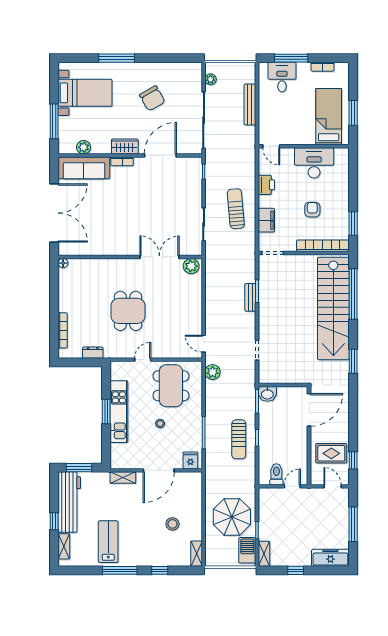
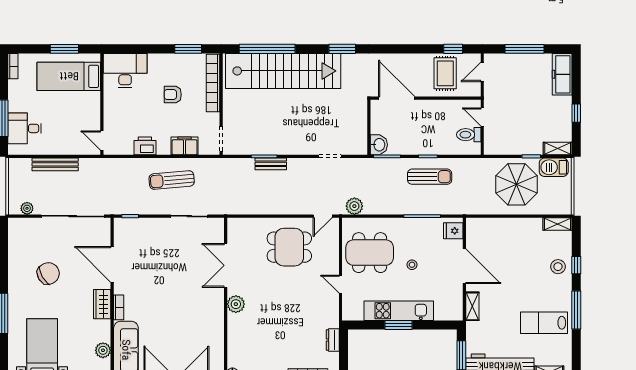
bookcase: (322, 67) -> (13, 66), moved
door: (271, 146) -> (102, 140), swing flipped
desk: (314, 163) -> (125, 71), moved, turned 90
plant: (191, 266) -> (236, 304), moved
dining table: (128, 311) -> (289, 247), moved
stool: (172, 524) -> (558, 267), moved

